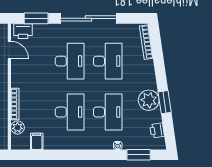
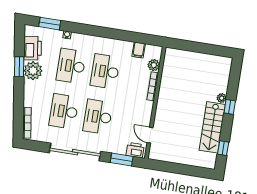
printer: (157, 130) -> (33, 48), width x1.87, depth x1.48

